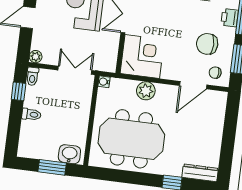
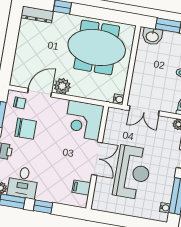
plant: (146, 91) -> (62, 86), moved

